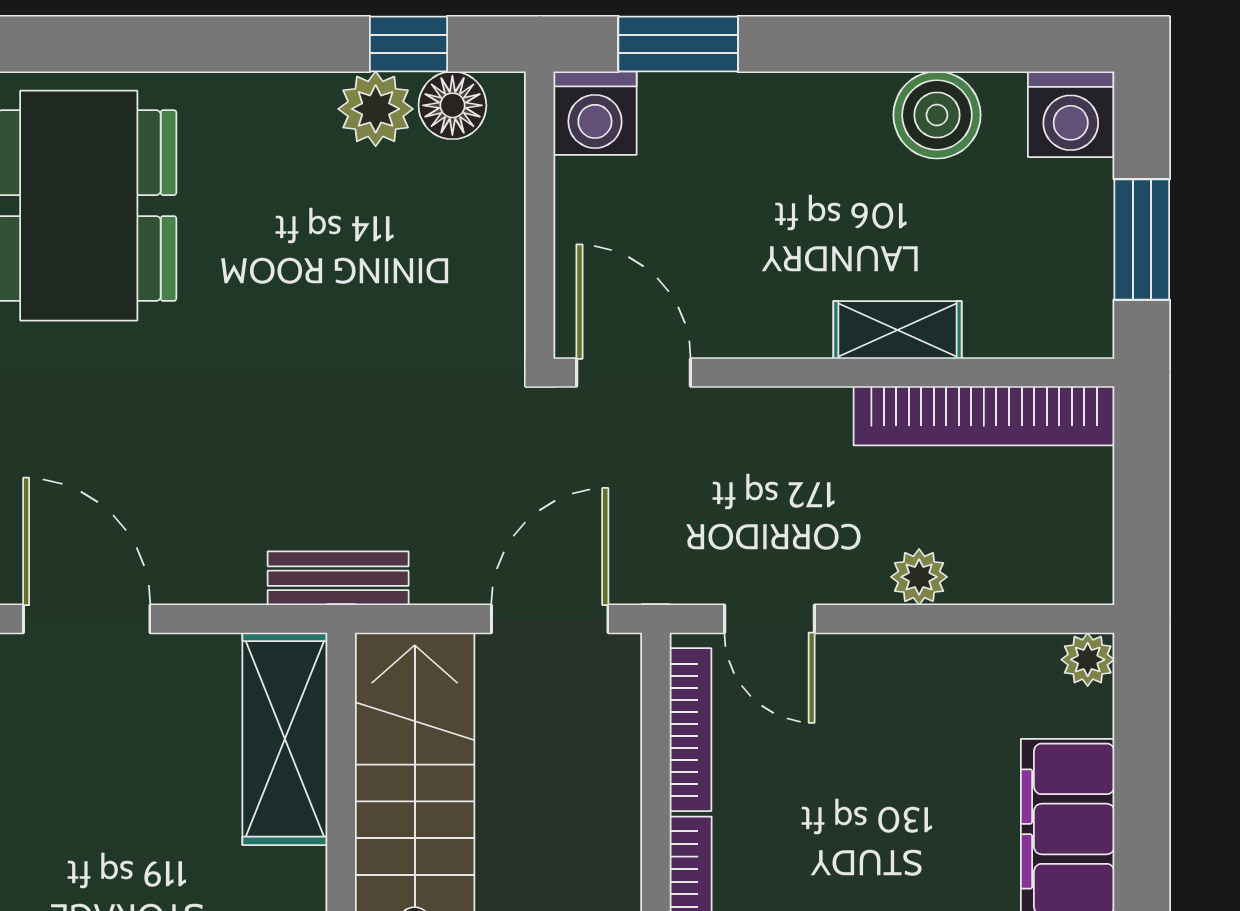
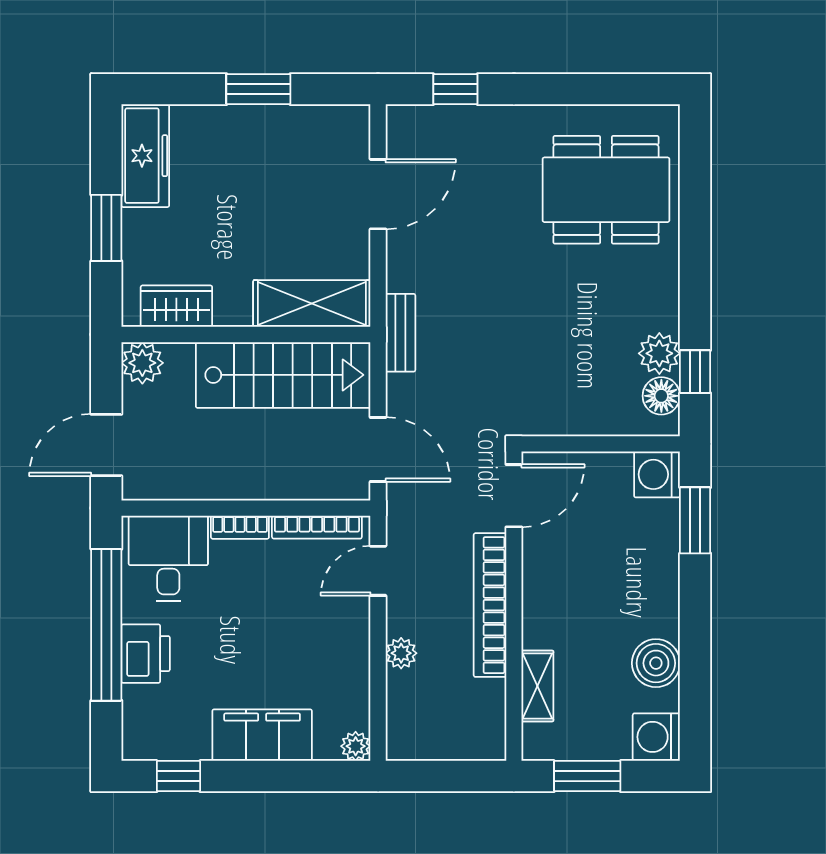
shelving: (897, 330) -> (537, 686), moved
bookcase: (984, 416) -> (490, 605), moved

